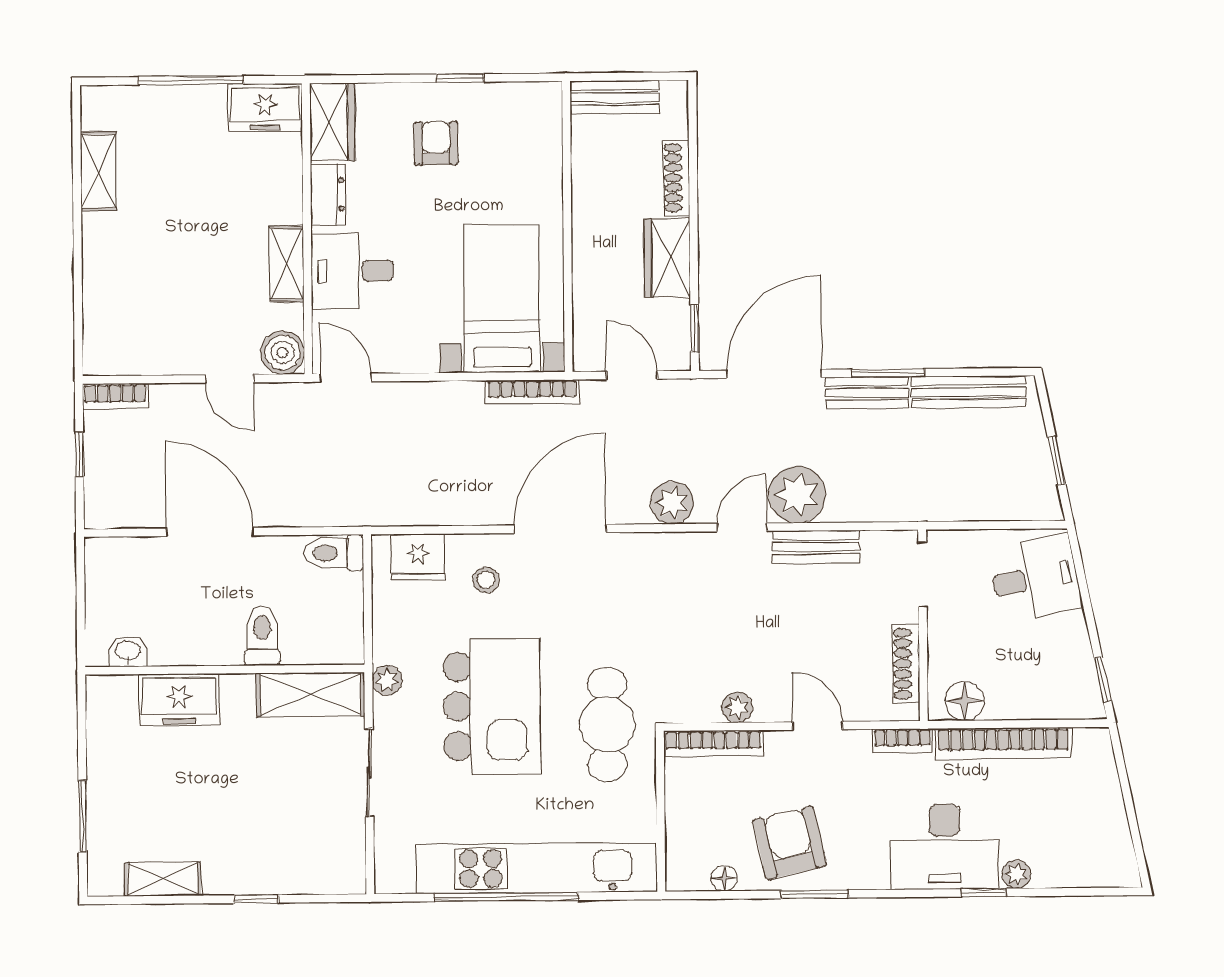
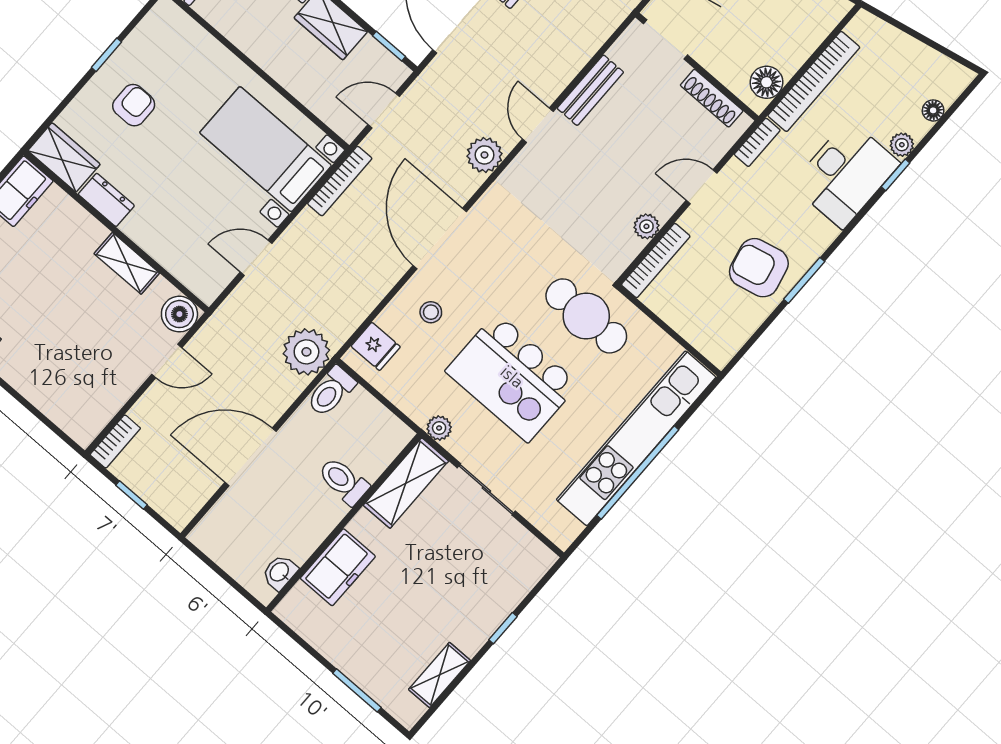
armchair: (436, 143) -> (134, 105), turned 90
desk: (352, 271) -> (167, 226), removed
door: (346, 378) -> (256, 258), moved
plant: (797, 495) -> (306, 352), moved
fridge: (418, 557) -> (376, 346), width x0.72
kitchen island: (492, 706) -> (512, 377), turned 180
floor lamp: (724, 878) -> (933, 110), moved

